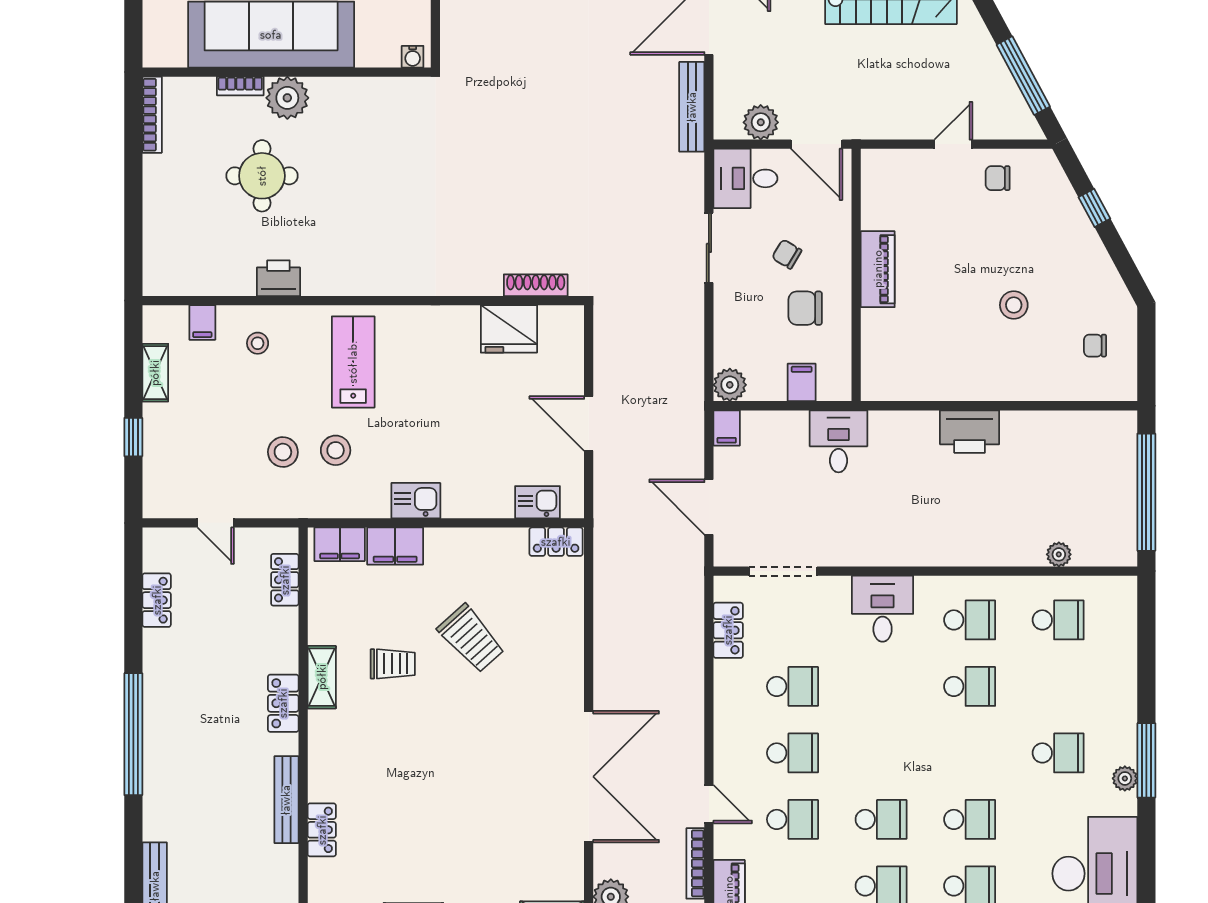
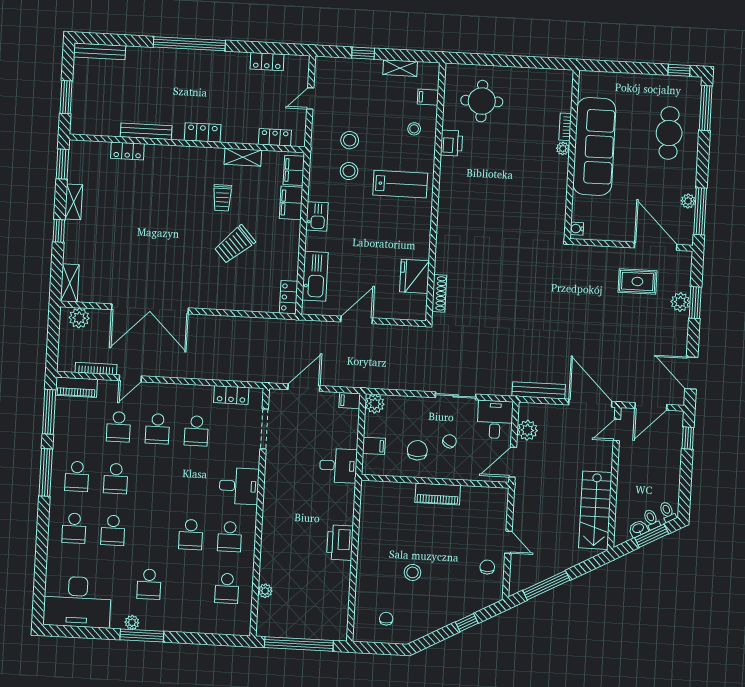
plant: (287, 98) -> (563, 148), width x0.53, depth x0.53
bookcase: (152, 115) -> (551, 74), removed
round table: (262, 176) -> (482, 101), moved
kitchen sink: (537, 502) -> (315, 276), width x1.87, depth x1.24
shelving: (322, 677) -> (243, 157), moved

